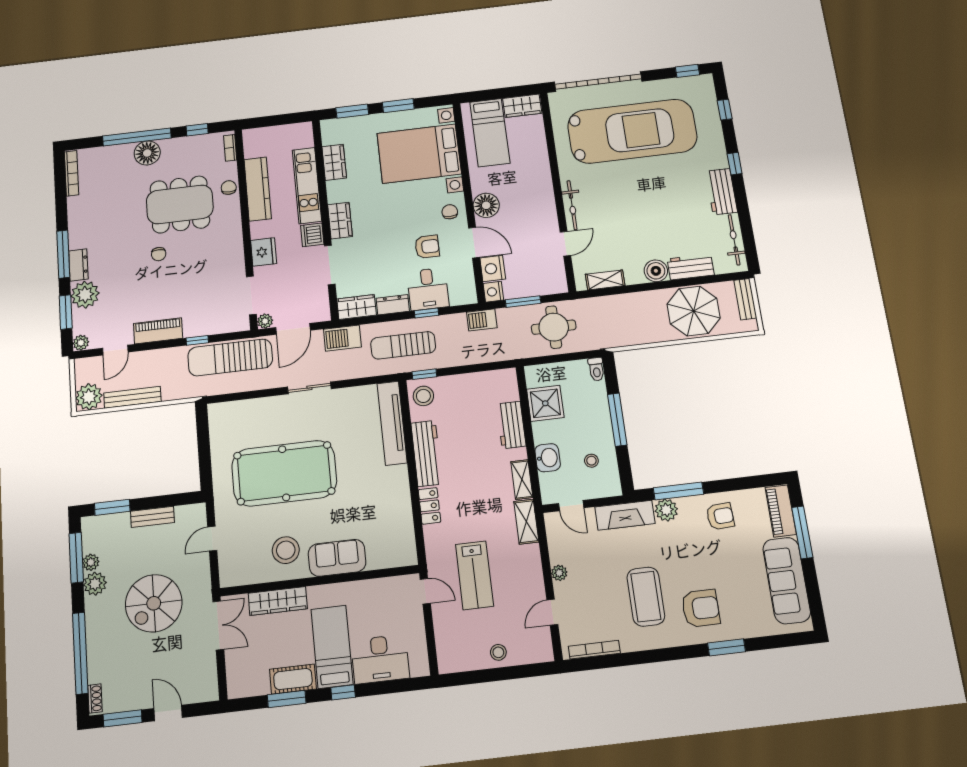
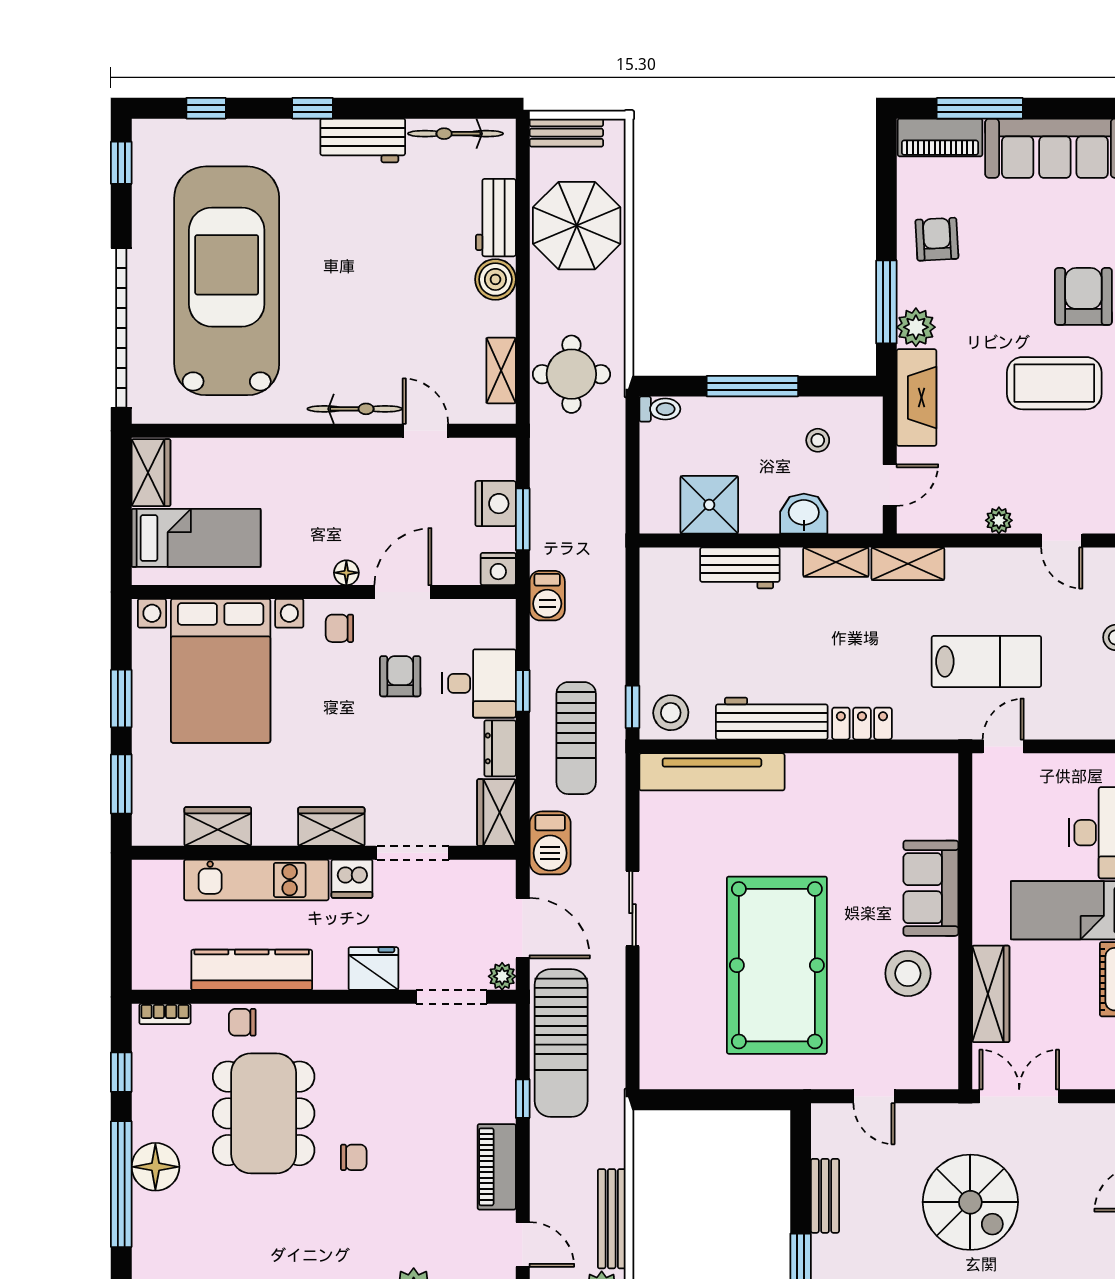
floor lamp: (486, 205) -> (346, 573), width x0.53, depth x0.53
nightstand: (493, 269) -> (496, 504), moved, turned -90
round table: (554, 327) -> (571, 374), moved

